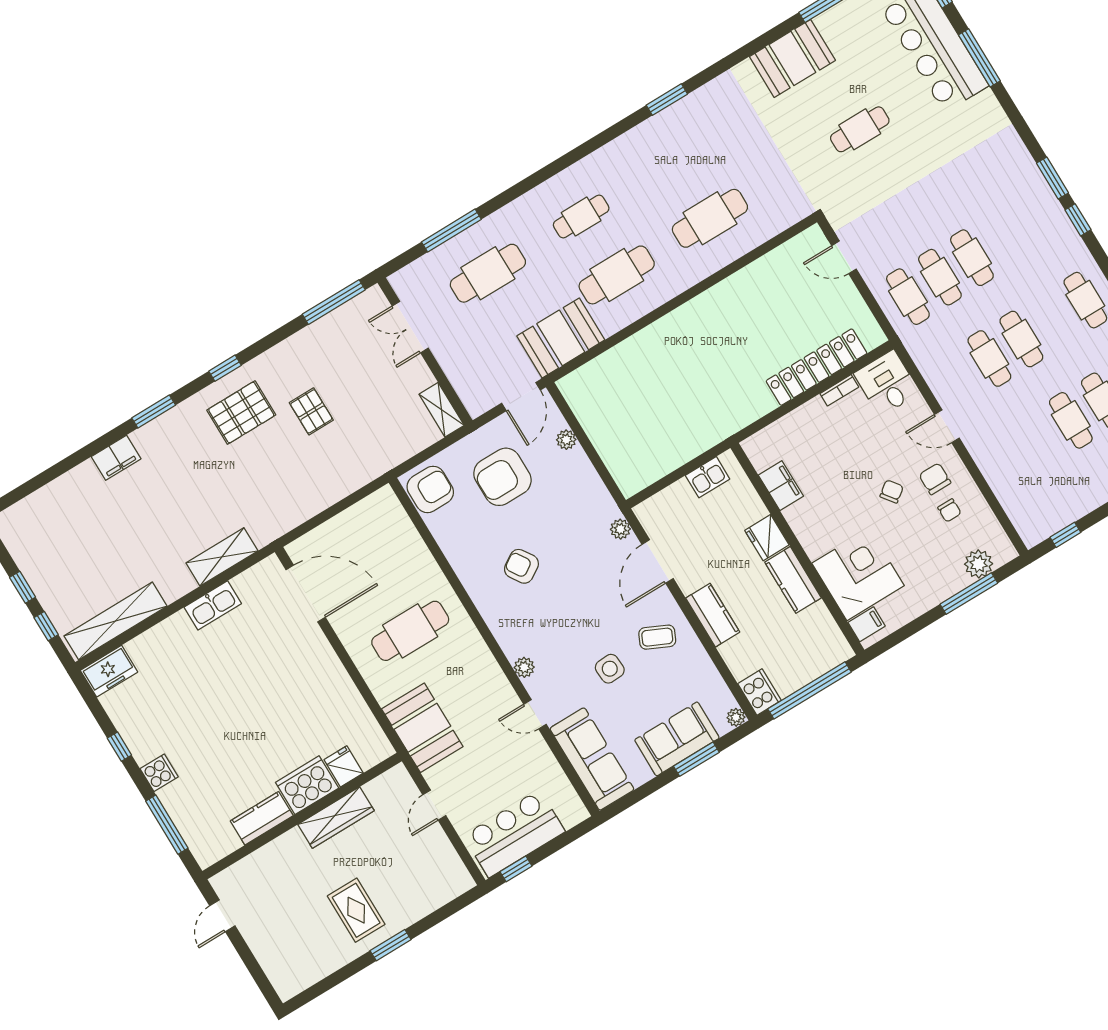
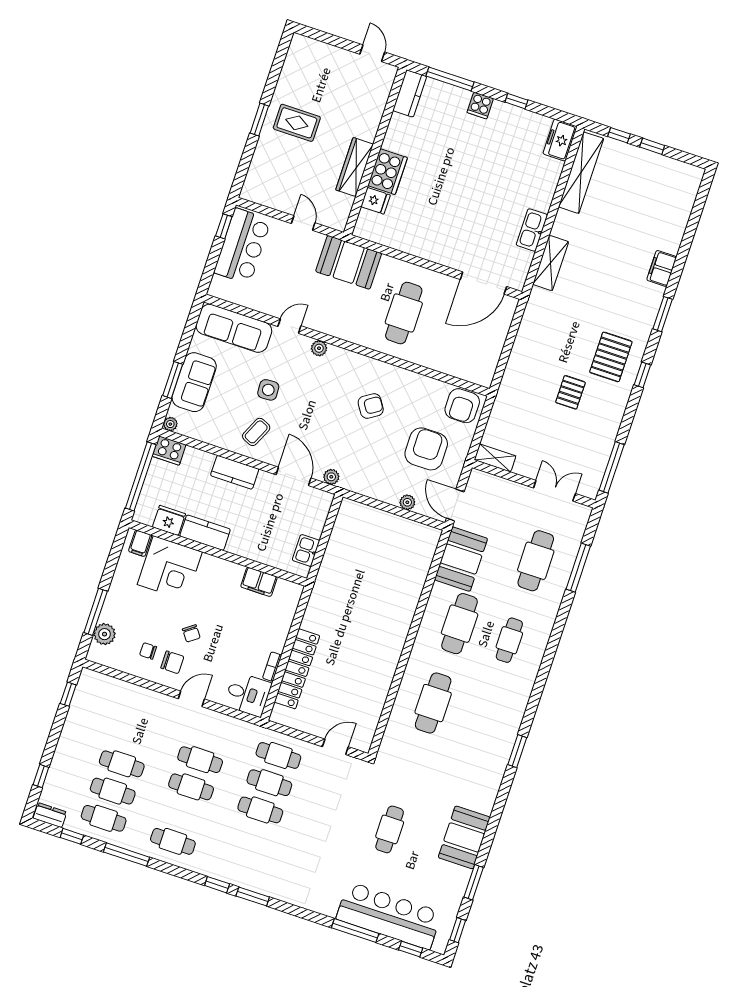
pallet: (311, 411) -> (570, 392), turned 90
fridge: (767, 538) -> (169, 520), moved
kitchen counter: (262, 818) -> (410, 93), moved

